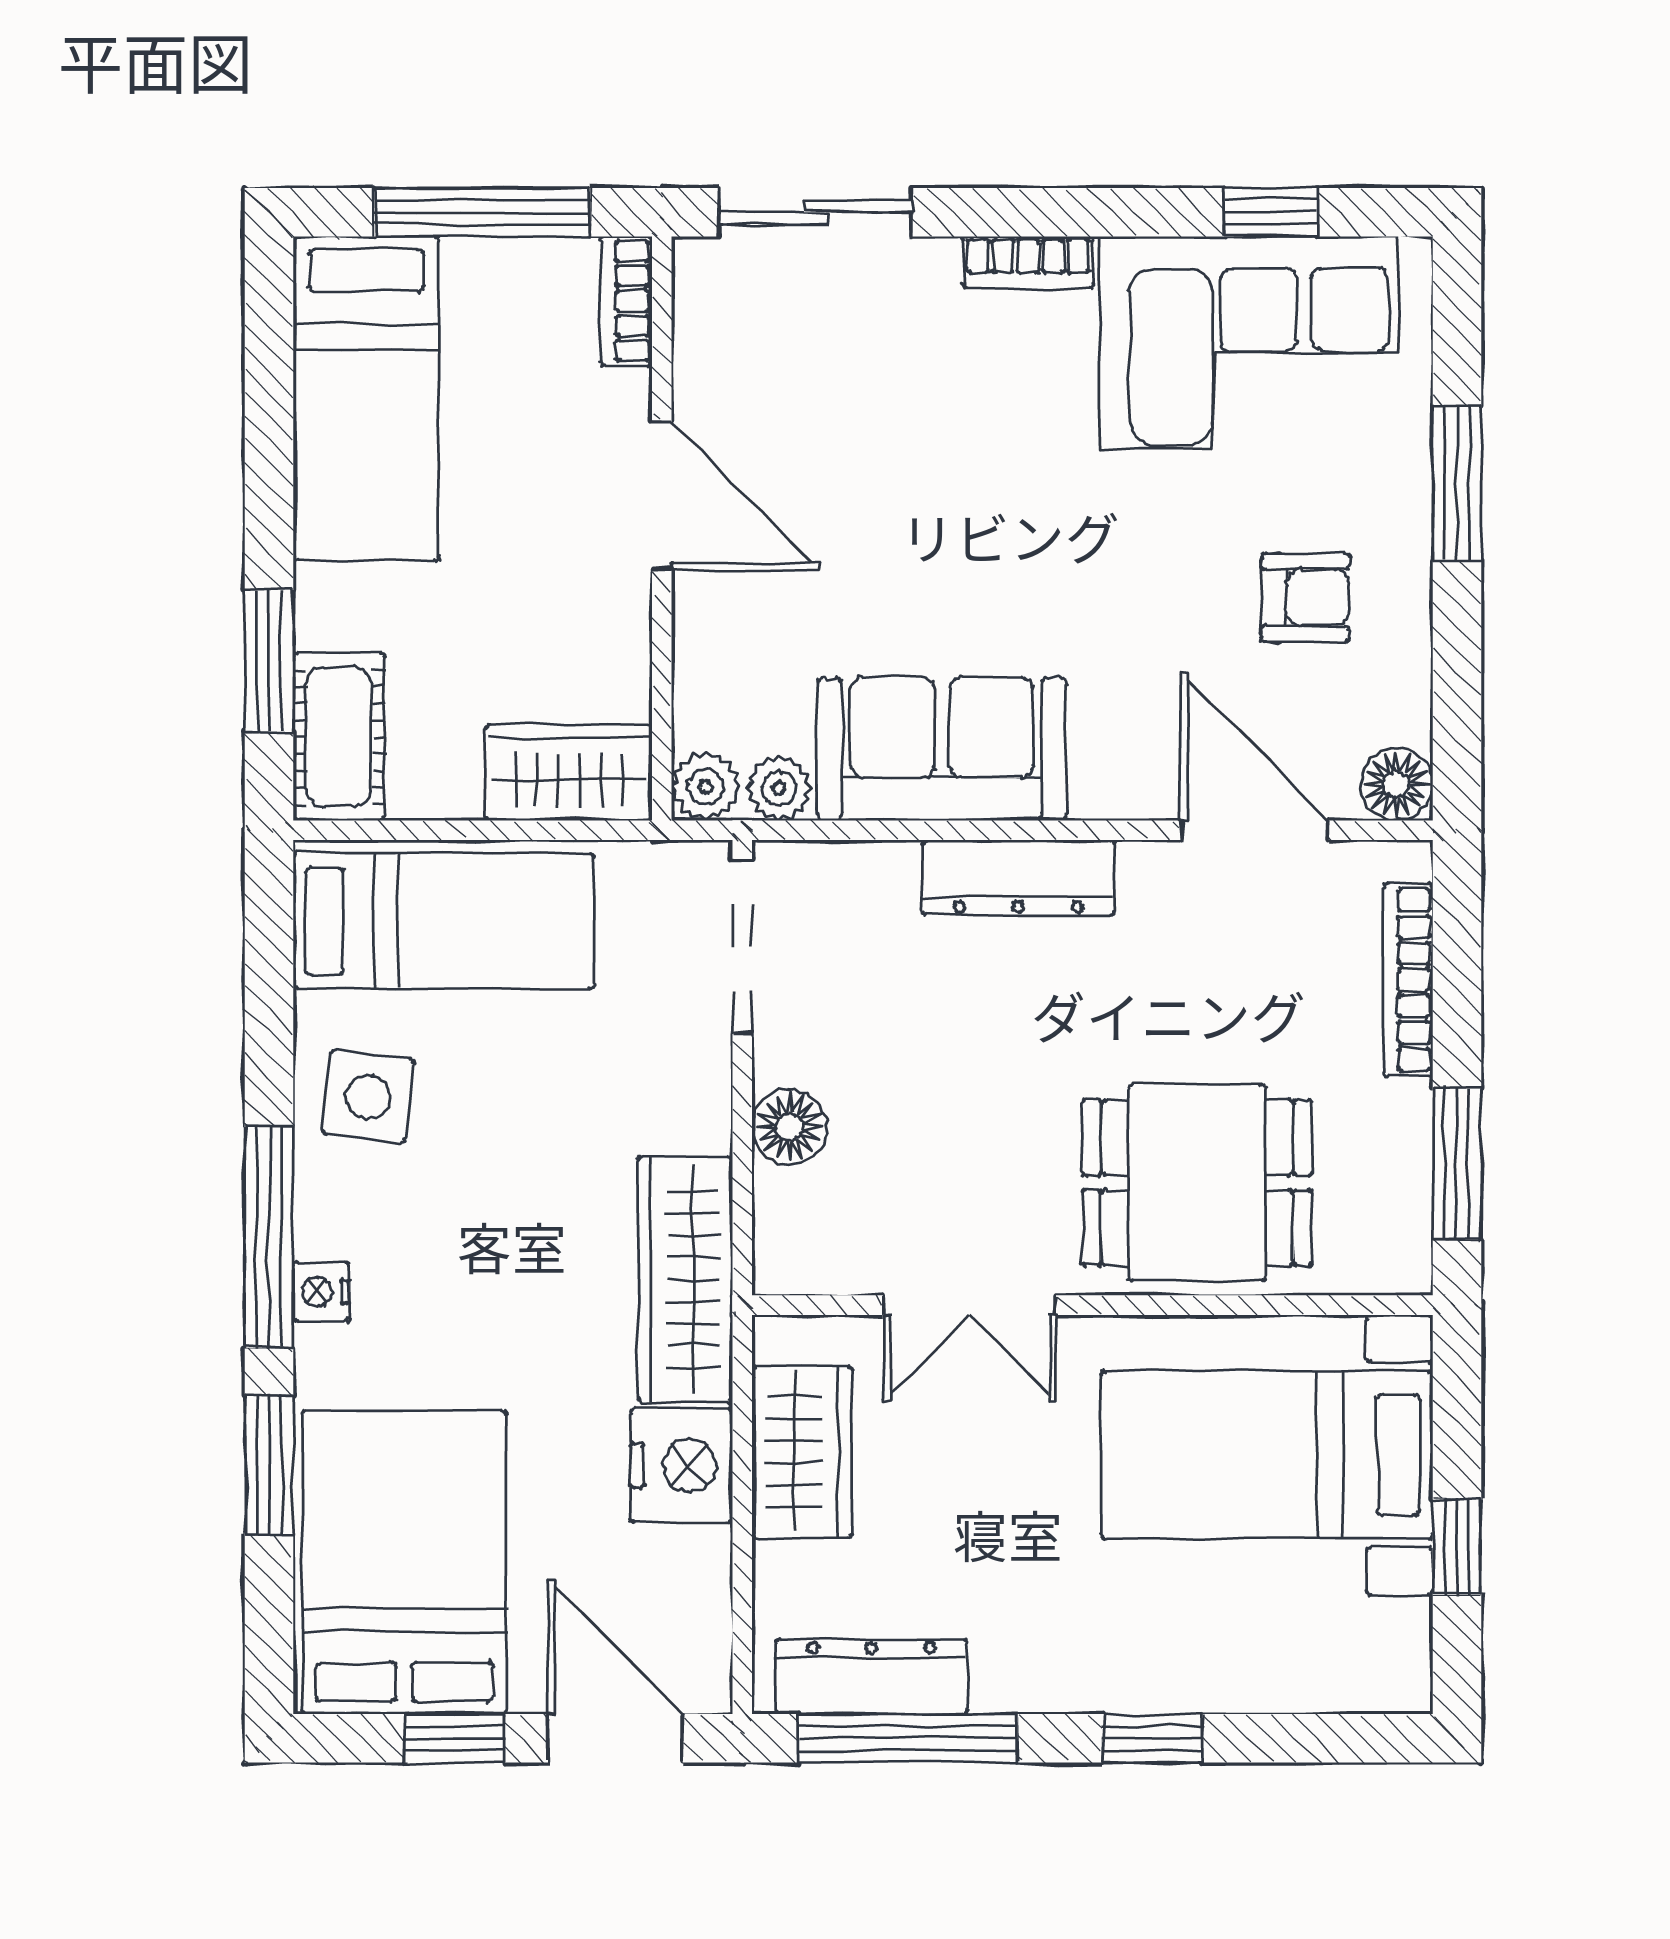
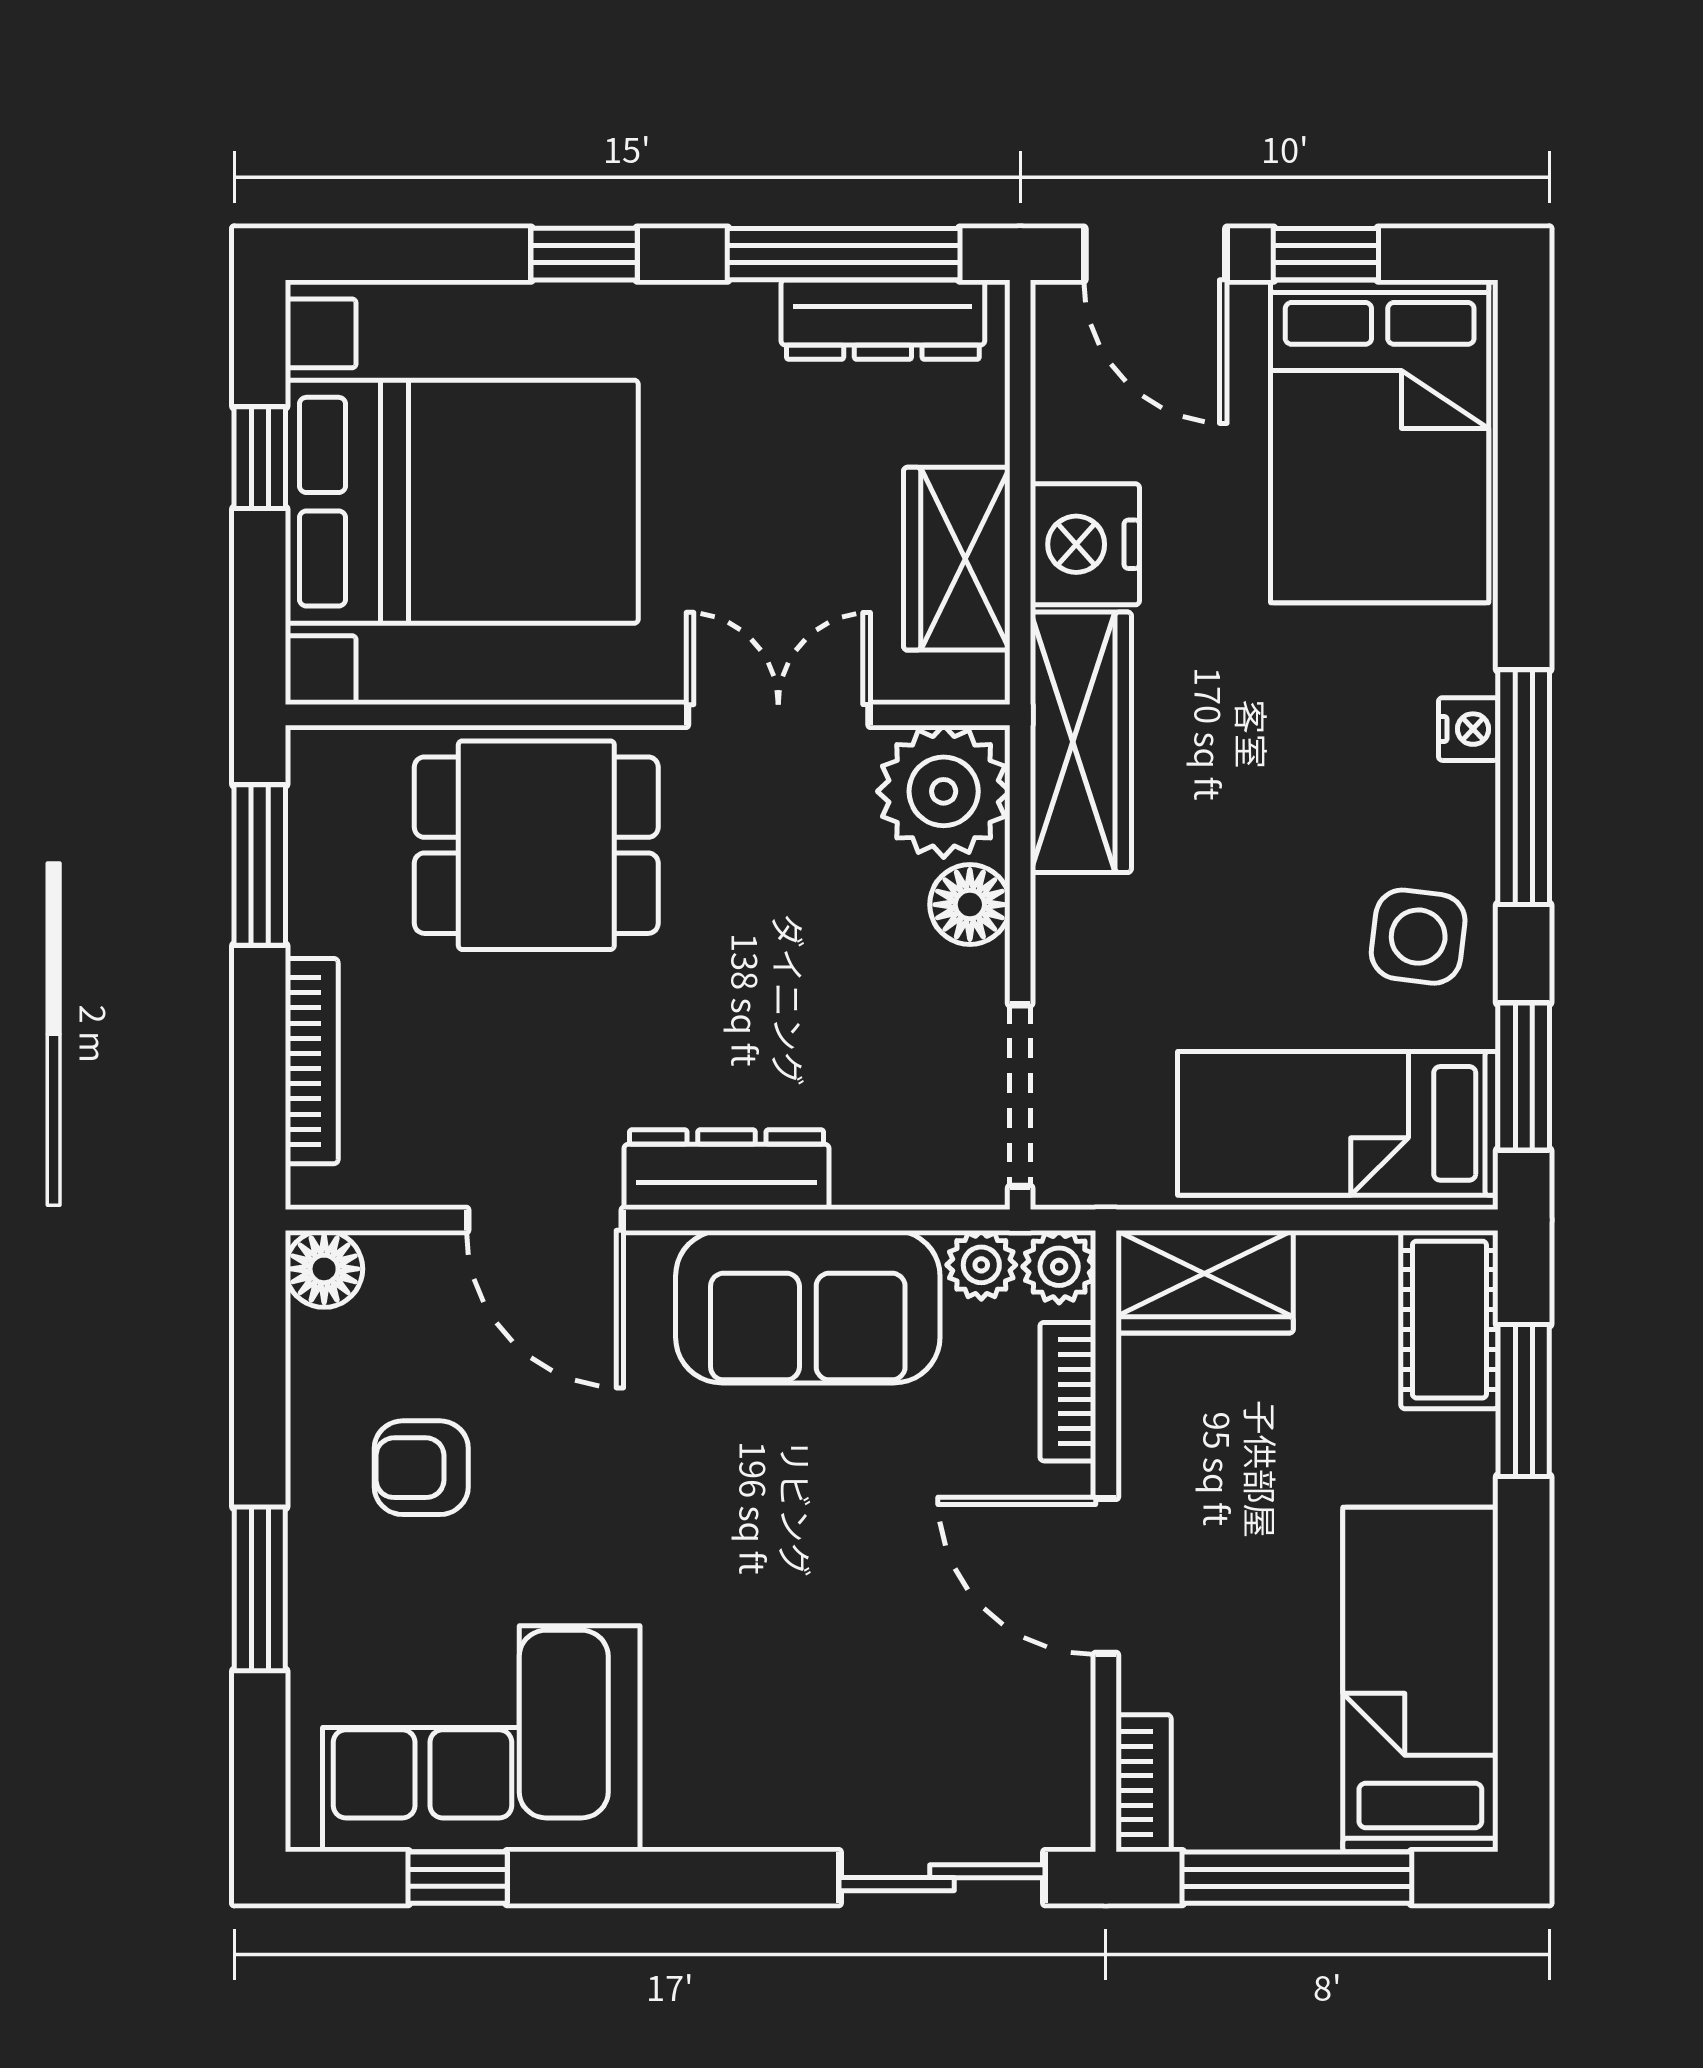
bookcase: (1028, 262) -> (1068, 1392), moved, turned -90
door: (1255, 830) -> (545, 1220), moved
plant: (814, 1233) -> (944, 791), added
bed with nightstands: (1267, 1455) -> (462, 502), width x1.36
window: (269, 1465) -> (1524, 1077), moved

